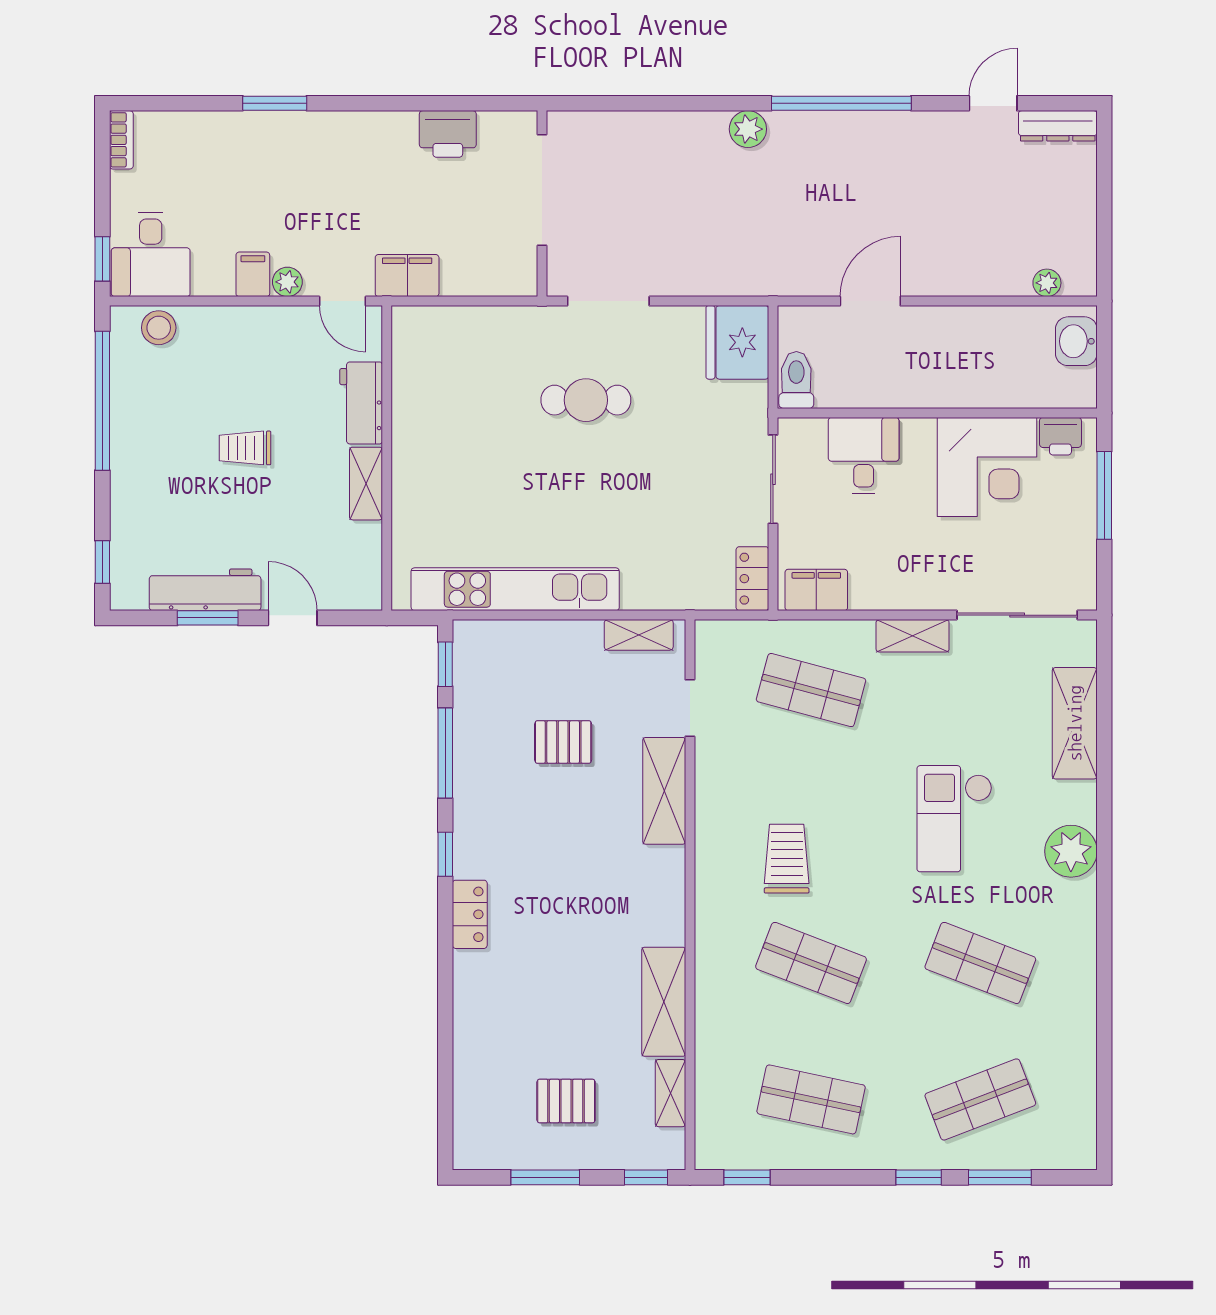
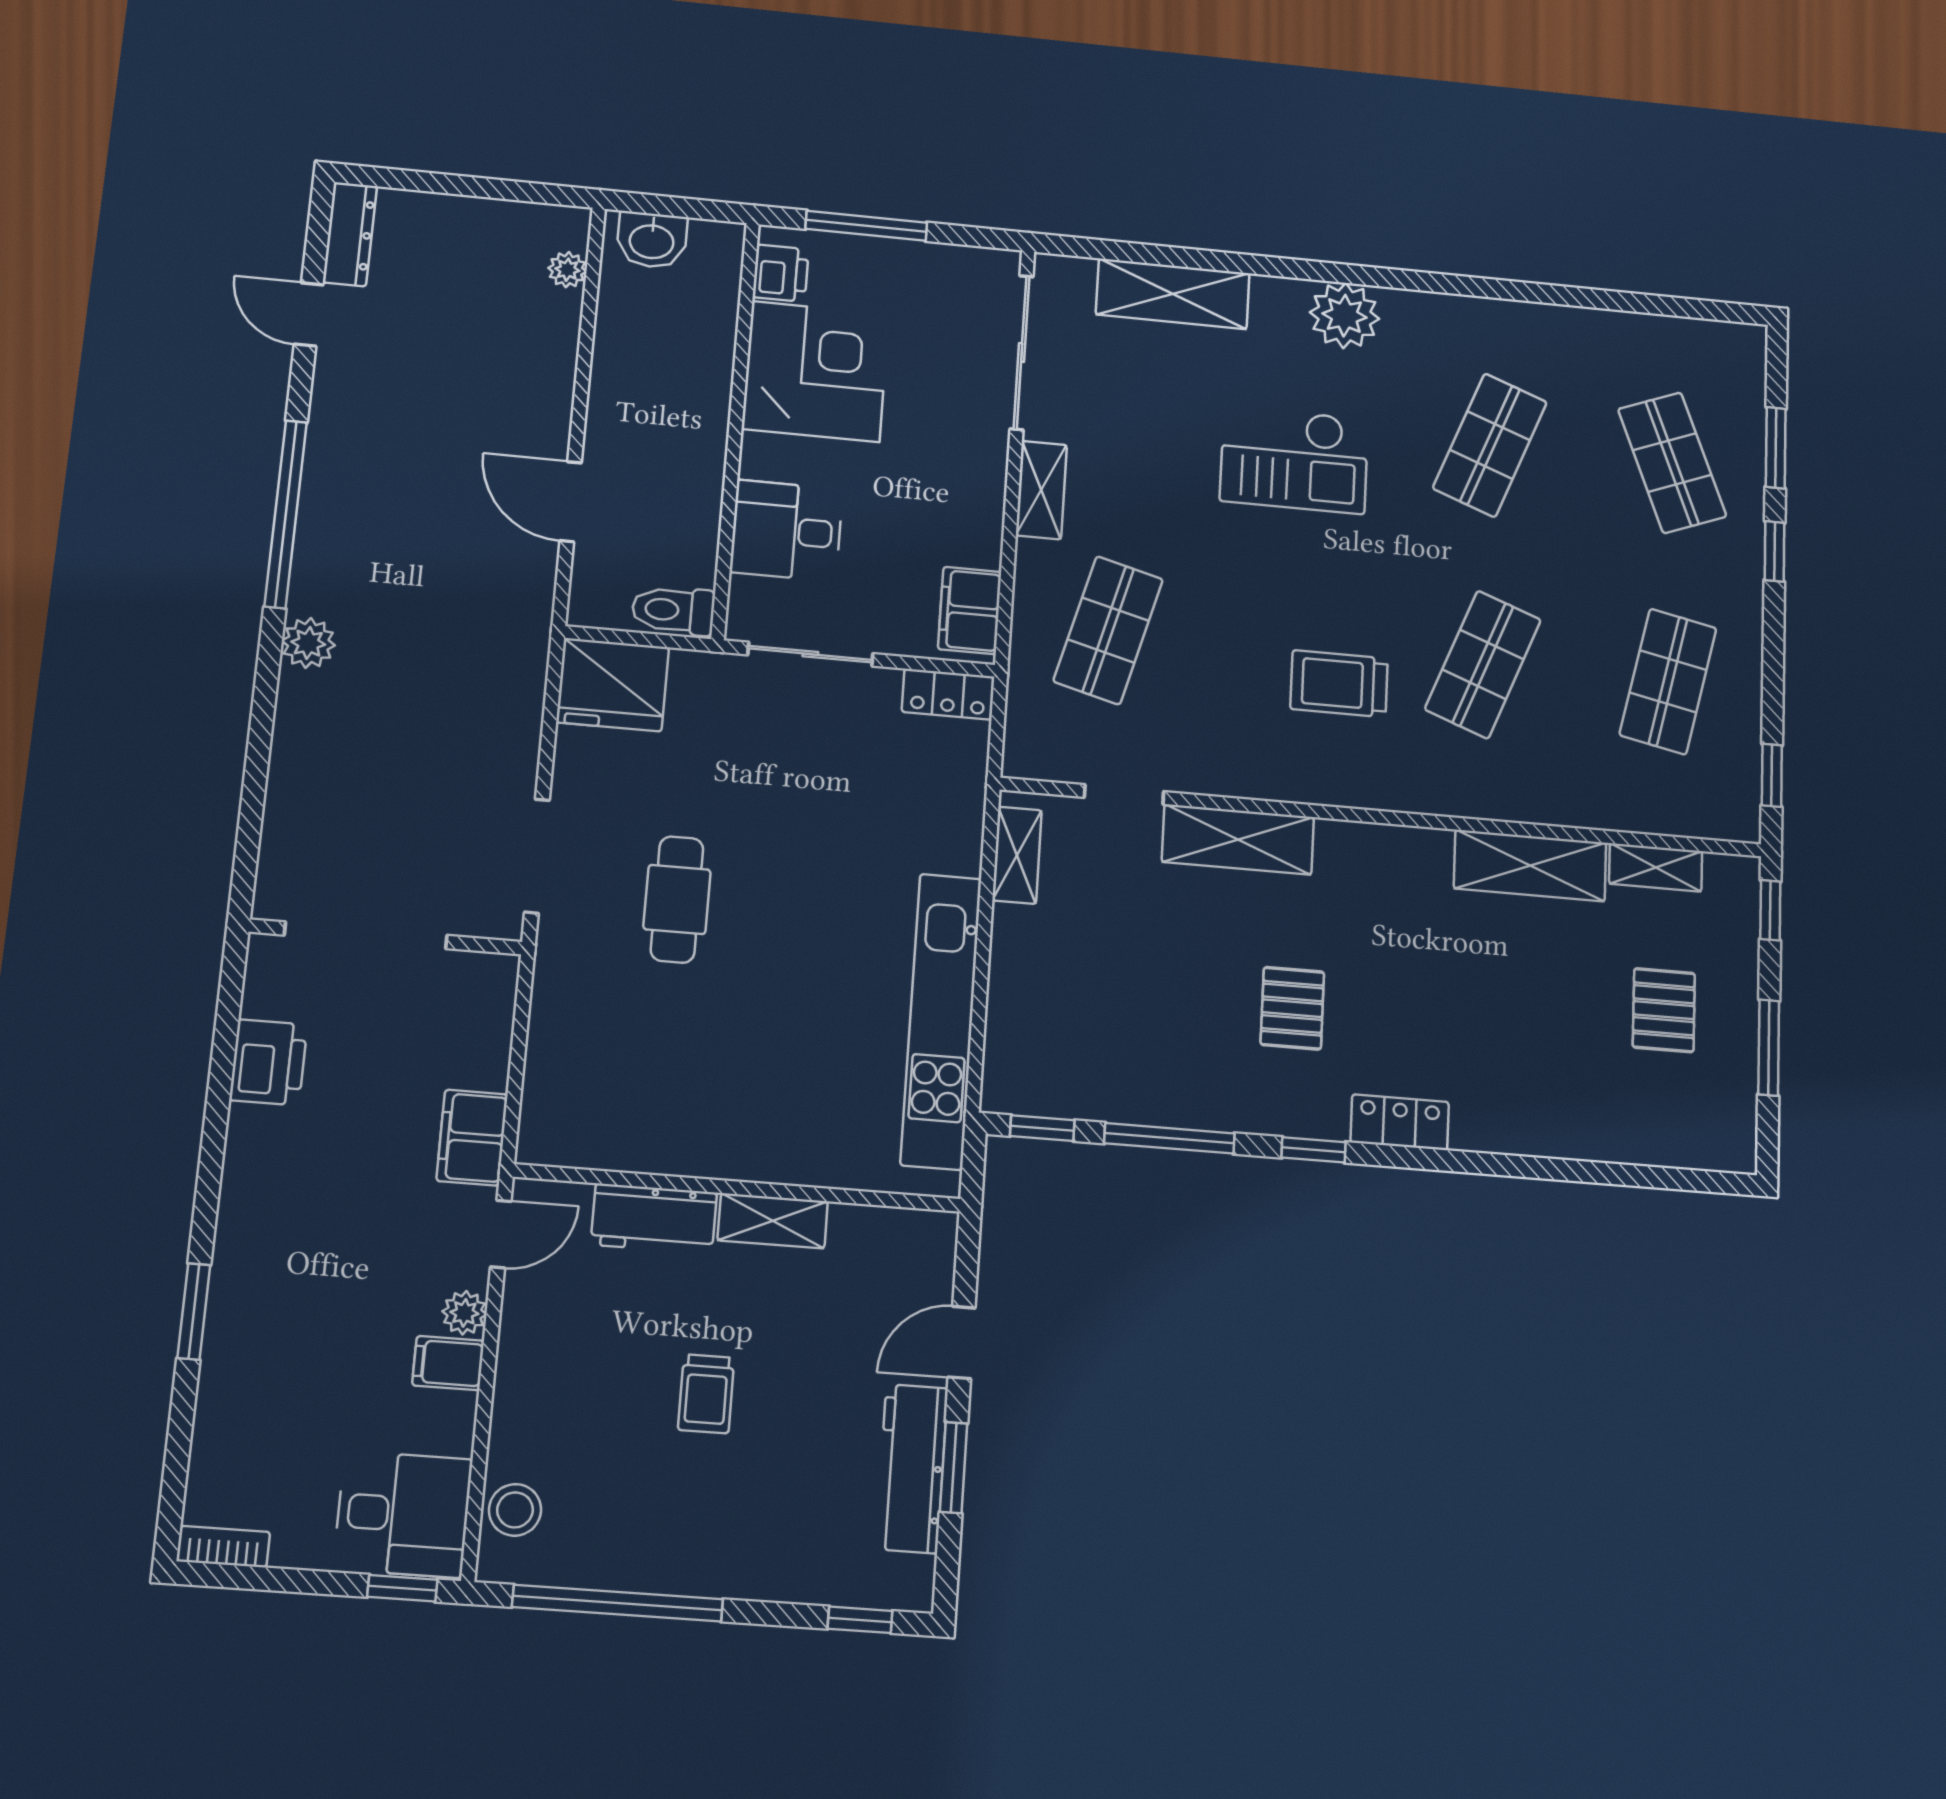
pallet: (563, 742) -> (1292, 1008), moved

